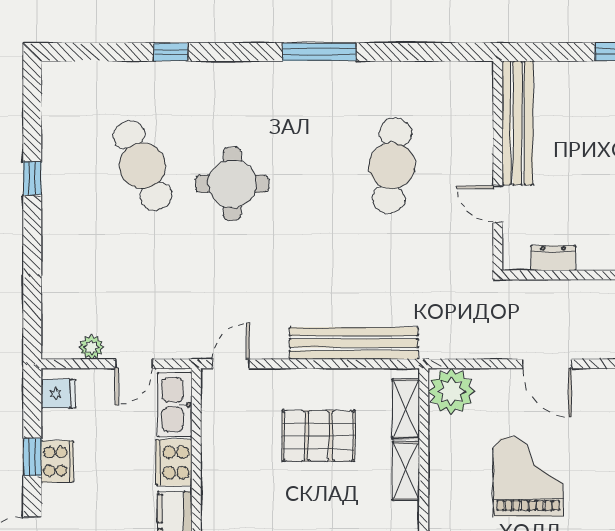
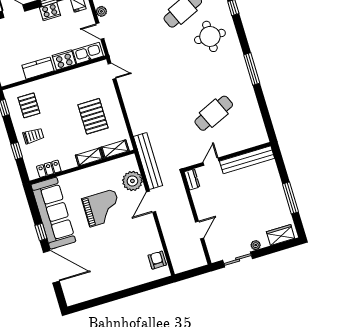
cafe table: (392, 166) -> (214, 113), turned -30
round table: (232, 184) -> (210, 36), moved
dresser: (553, 258) -> (192, 179), moved
bench: (354, 343) -> (148, 161), moved
plant: (451, 391) -> (132, 181), moved

